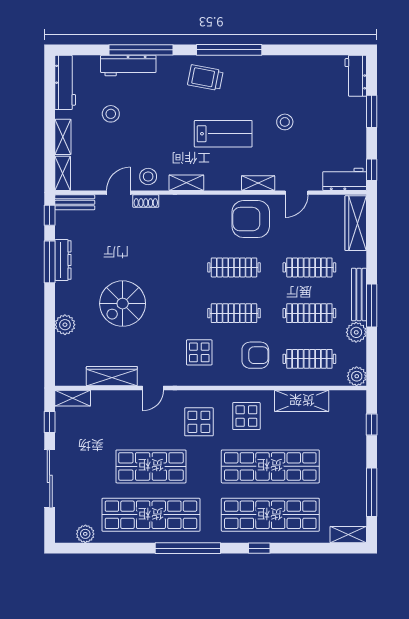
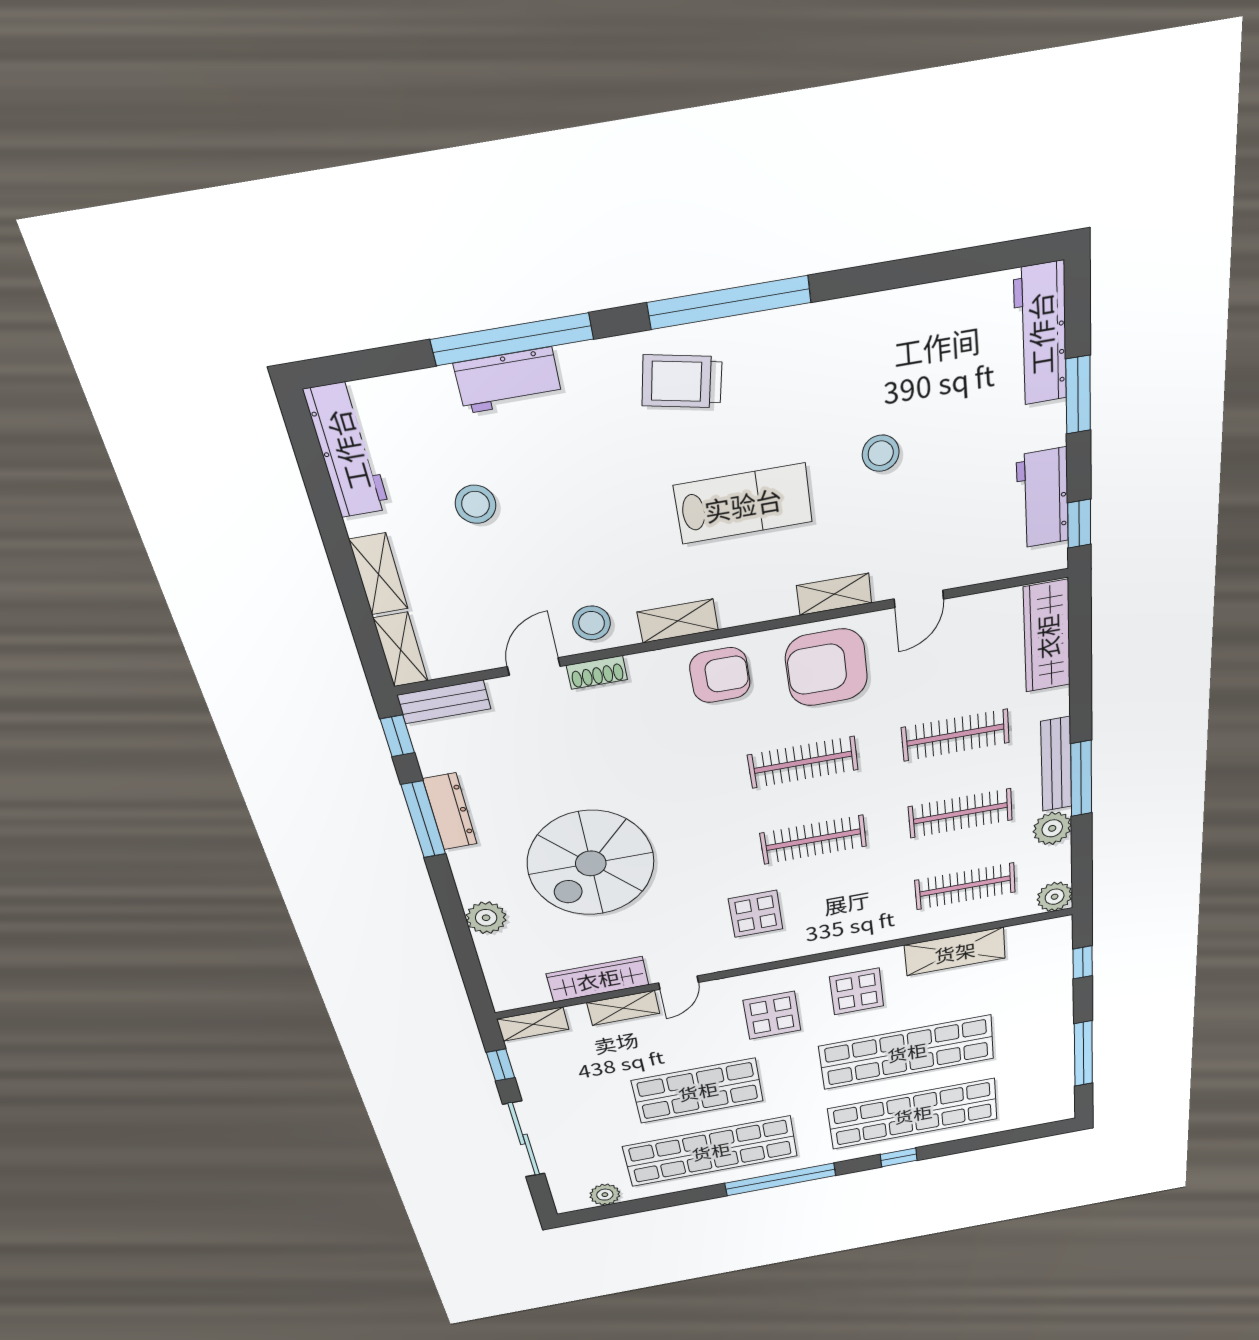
workbench: (128, 66) -> (508, 380), width x0.73
workbench: (356, 76) -> (1040, 334), width x1.38
workbench: (345, 179) -> (1043, 498), moved, turned -90
spiral stairs: (123, 304) -> (591, 863), width x1.37, depth x1.37
armchair: (255, 355) -> (720, 675), moved
shelving: (348, 535) -> (623, 1008), moved

